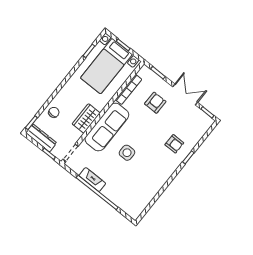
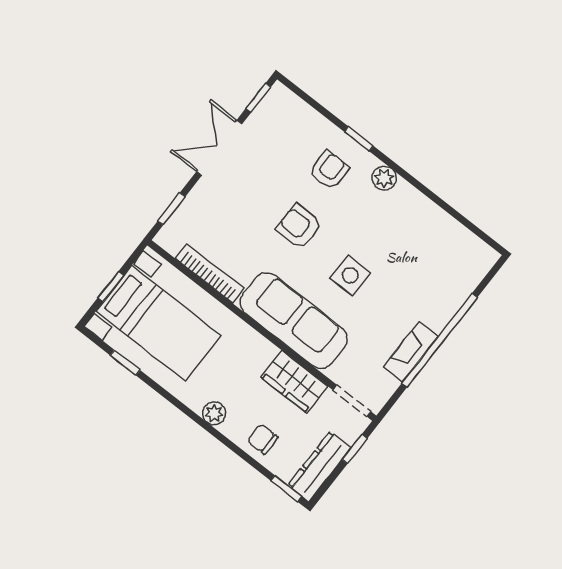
plant: (66, 91) -> (214, 413), added
armchair: (155, 103) -> (299, 226), moved
wardrobe: (86, 118) -> (294, 382), moved
plant: (170, 169) -> (384, 178), added

